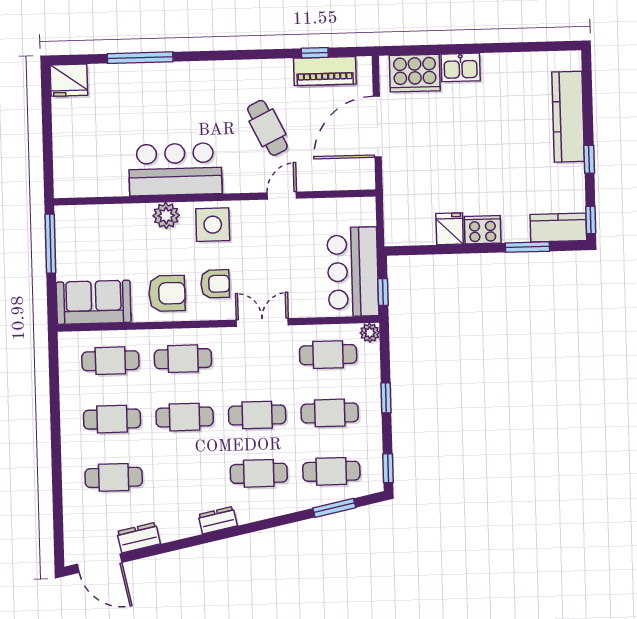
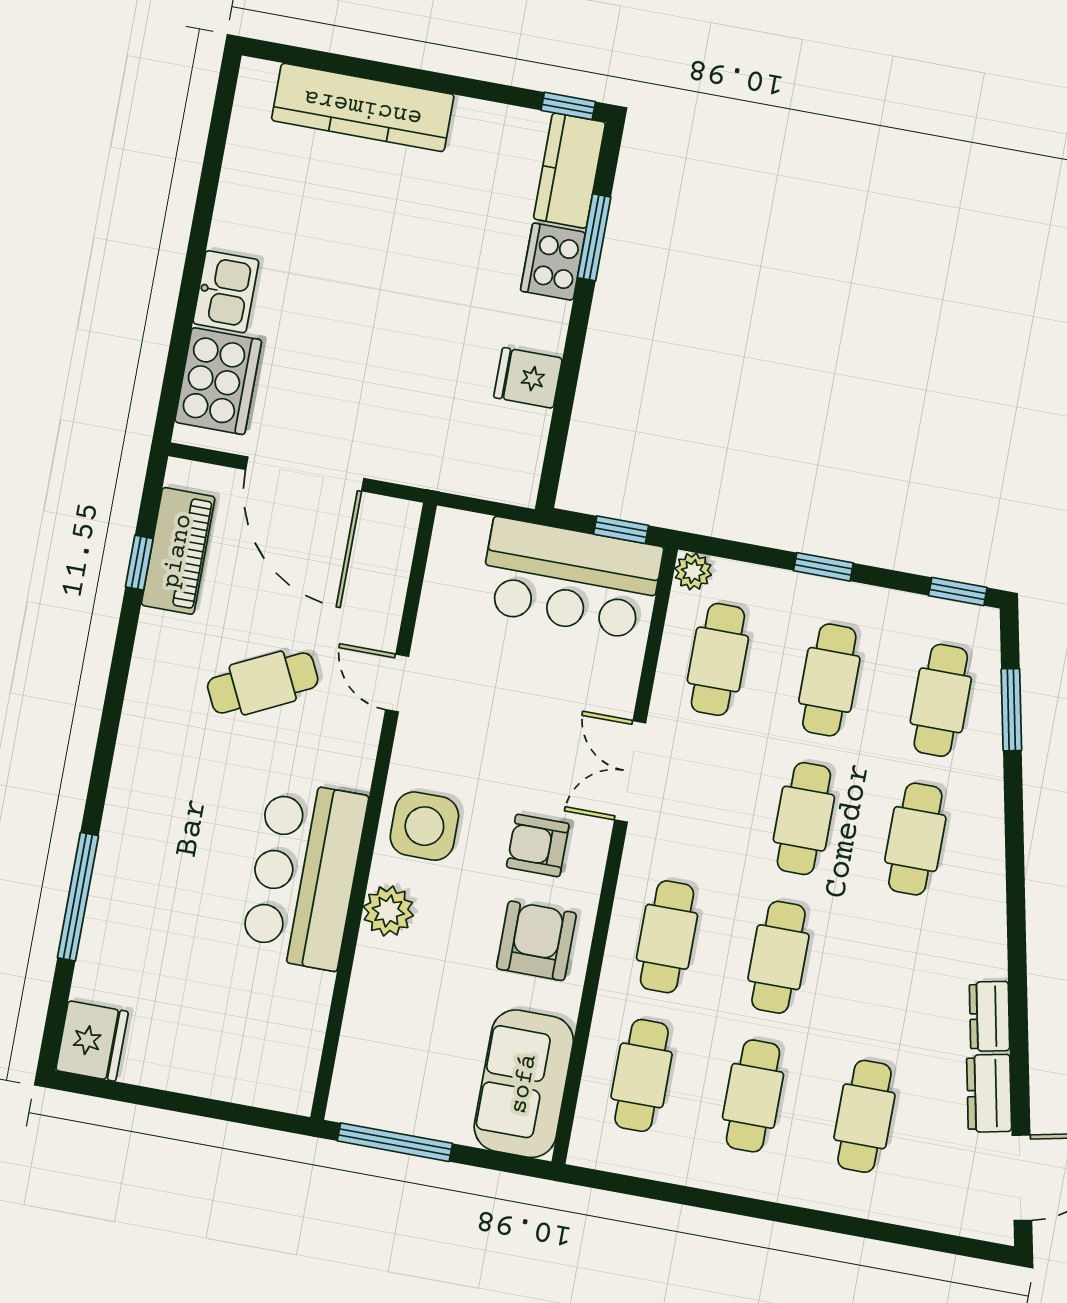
window: (589, 159) -> (452, 85), removed
cooker: (483, 230) -> (553, 262), moved
armchair: (215, 284) -> (538, 845), turned -90
dresser: (218, 520) -> (990, 1016), moved

